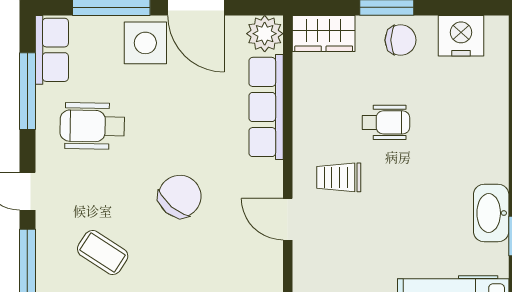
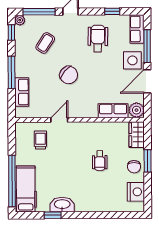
row of seats: (52, 50) -> (137, 29), moved, turned 90
window: (27, 91) -> (112, 11), width x0.46
row of seats: (266, 107) -> (113, 111), width x0.68
trolley: (339, 177) -> (40, 140), moved

